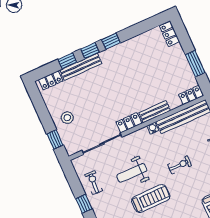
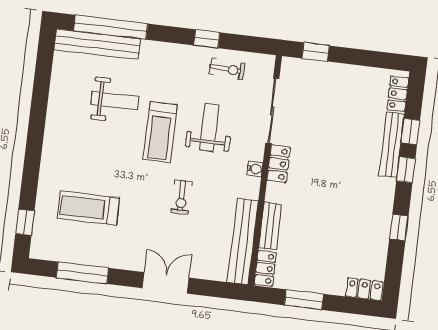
window: (111, 41) -> (399, 227), moved
bench: (155, 112) -> (270, 226), moved
stool: (67, 118) -> (335, 86), removed
water cooler: (153, 128) -> (255, 169), moved

